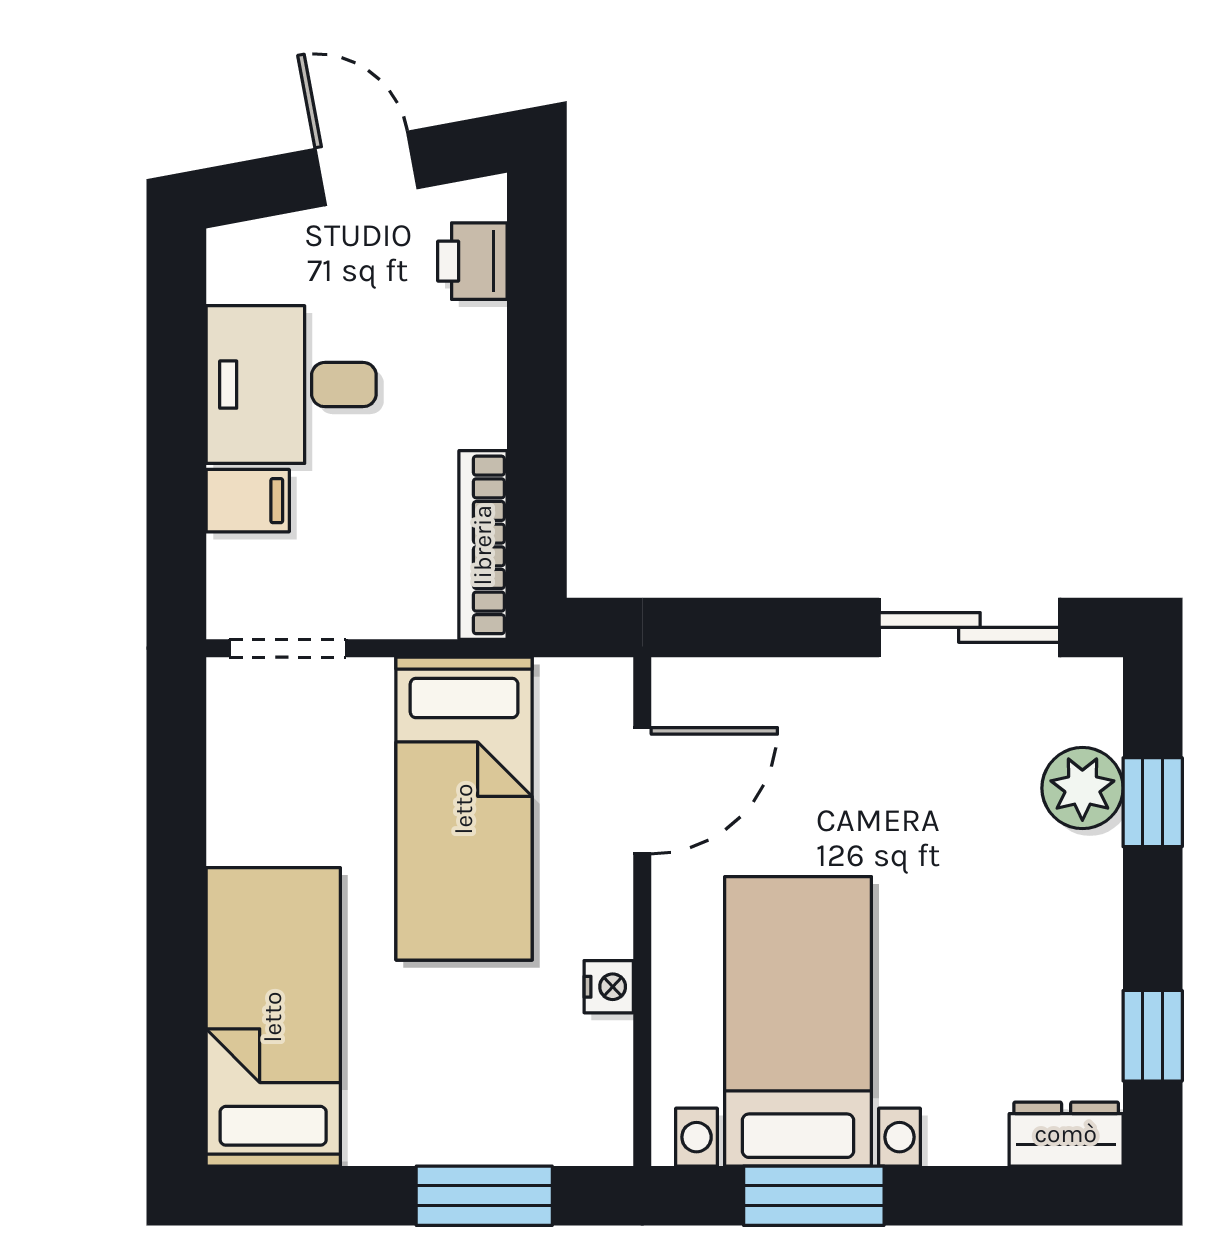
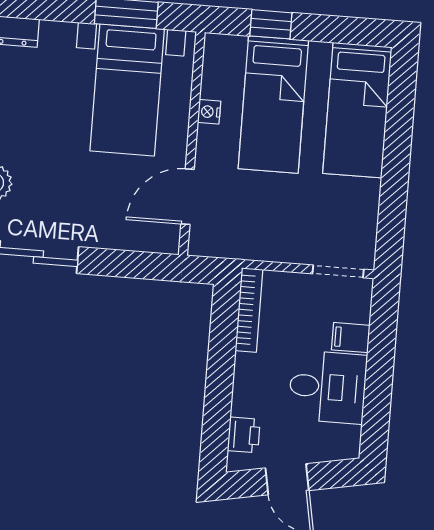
bed: (464, 809) -> (273, 105), moved, turned 180
window: (484, 1196) -> (271, 24), width x0.67

